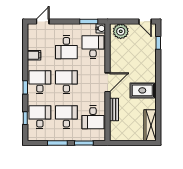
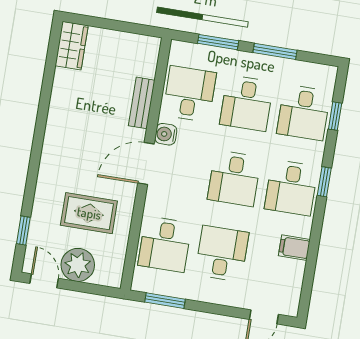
water cooler: (101, 28) -> (166, 134), moved
plant: (121, 31) -> (78, 265), moved
rug: (142, 90) -> (89, 213), moved
wardrobe: (150, 125) -> (72, 46), width x0.67

